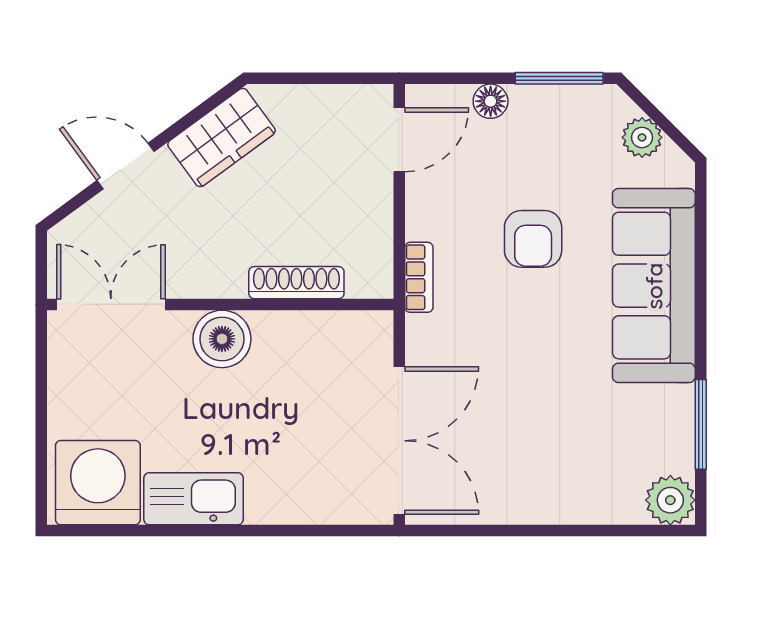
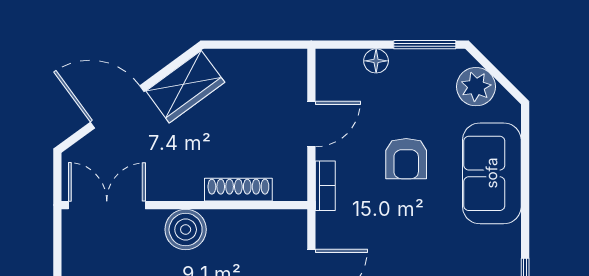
plant: (642, 137) -> (476, 87), width x1.38, depth x1.38
door: (399, 140) -> (311, 124), moved
door: (126, 166) -> (117, 107), width x1.38
sofa: (654, 286) -> (492, 173), width x0.73

